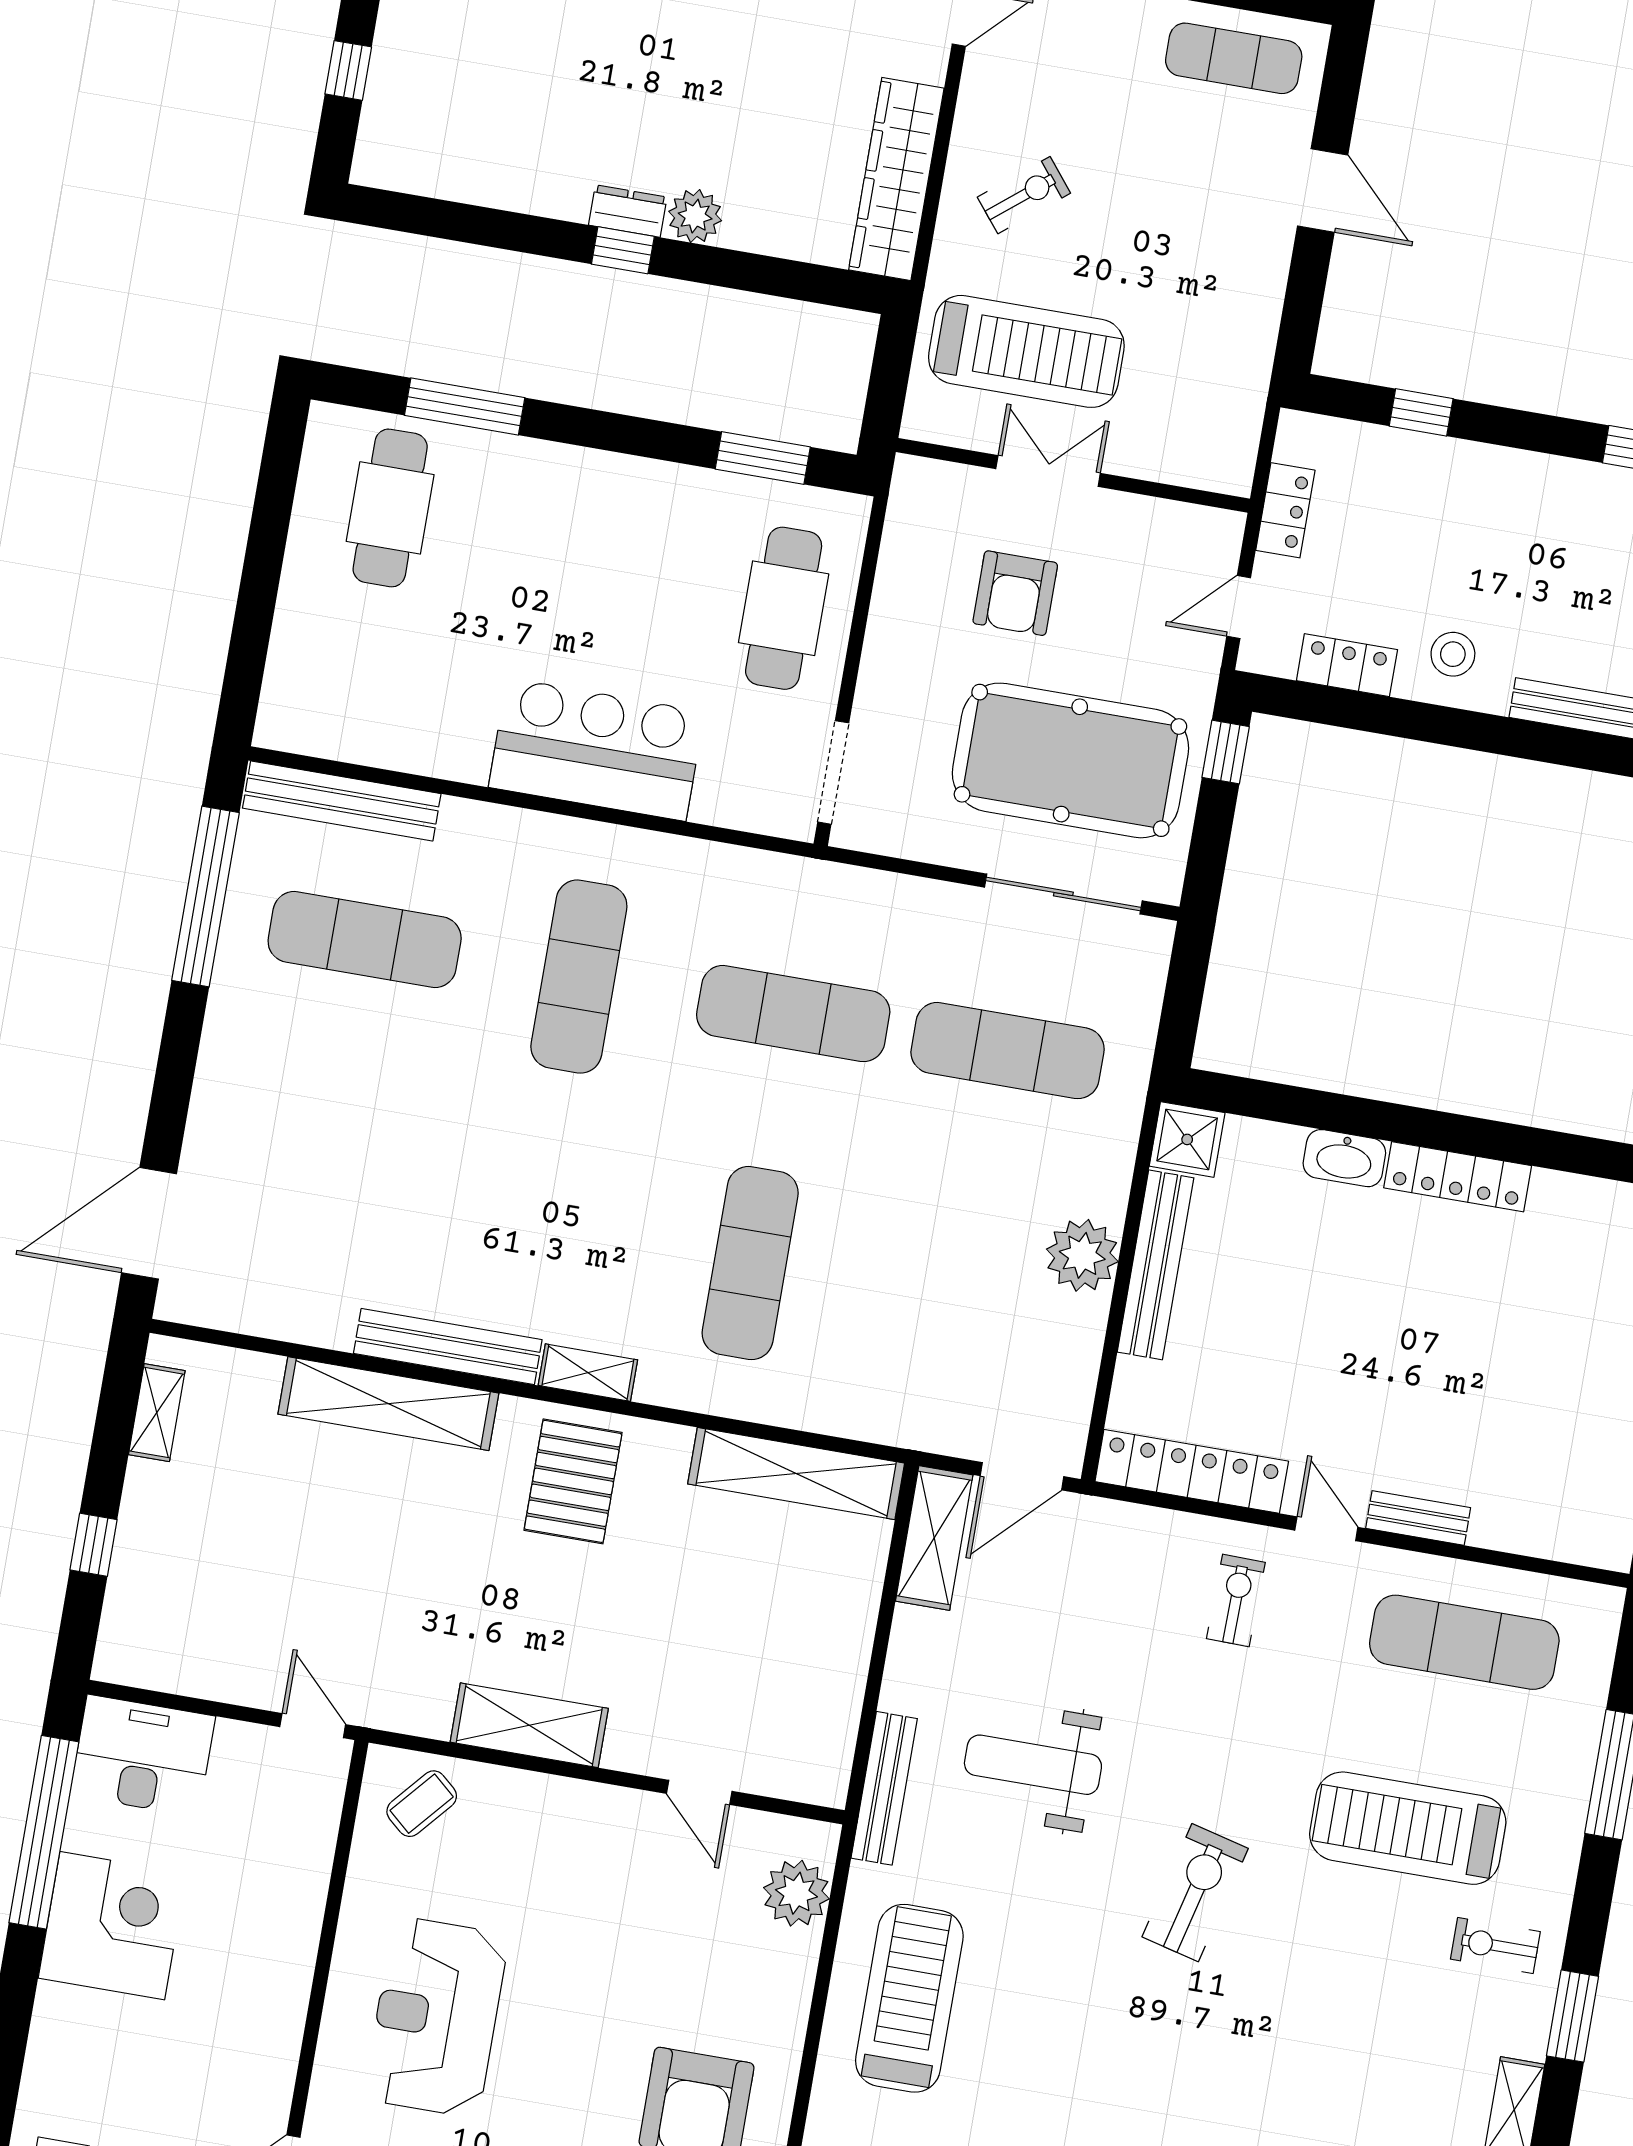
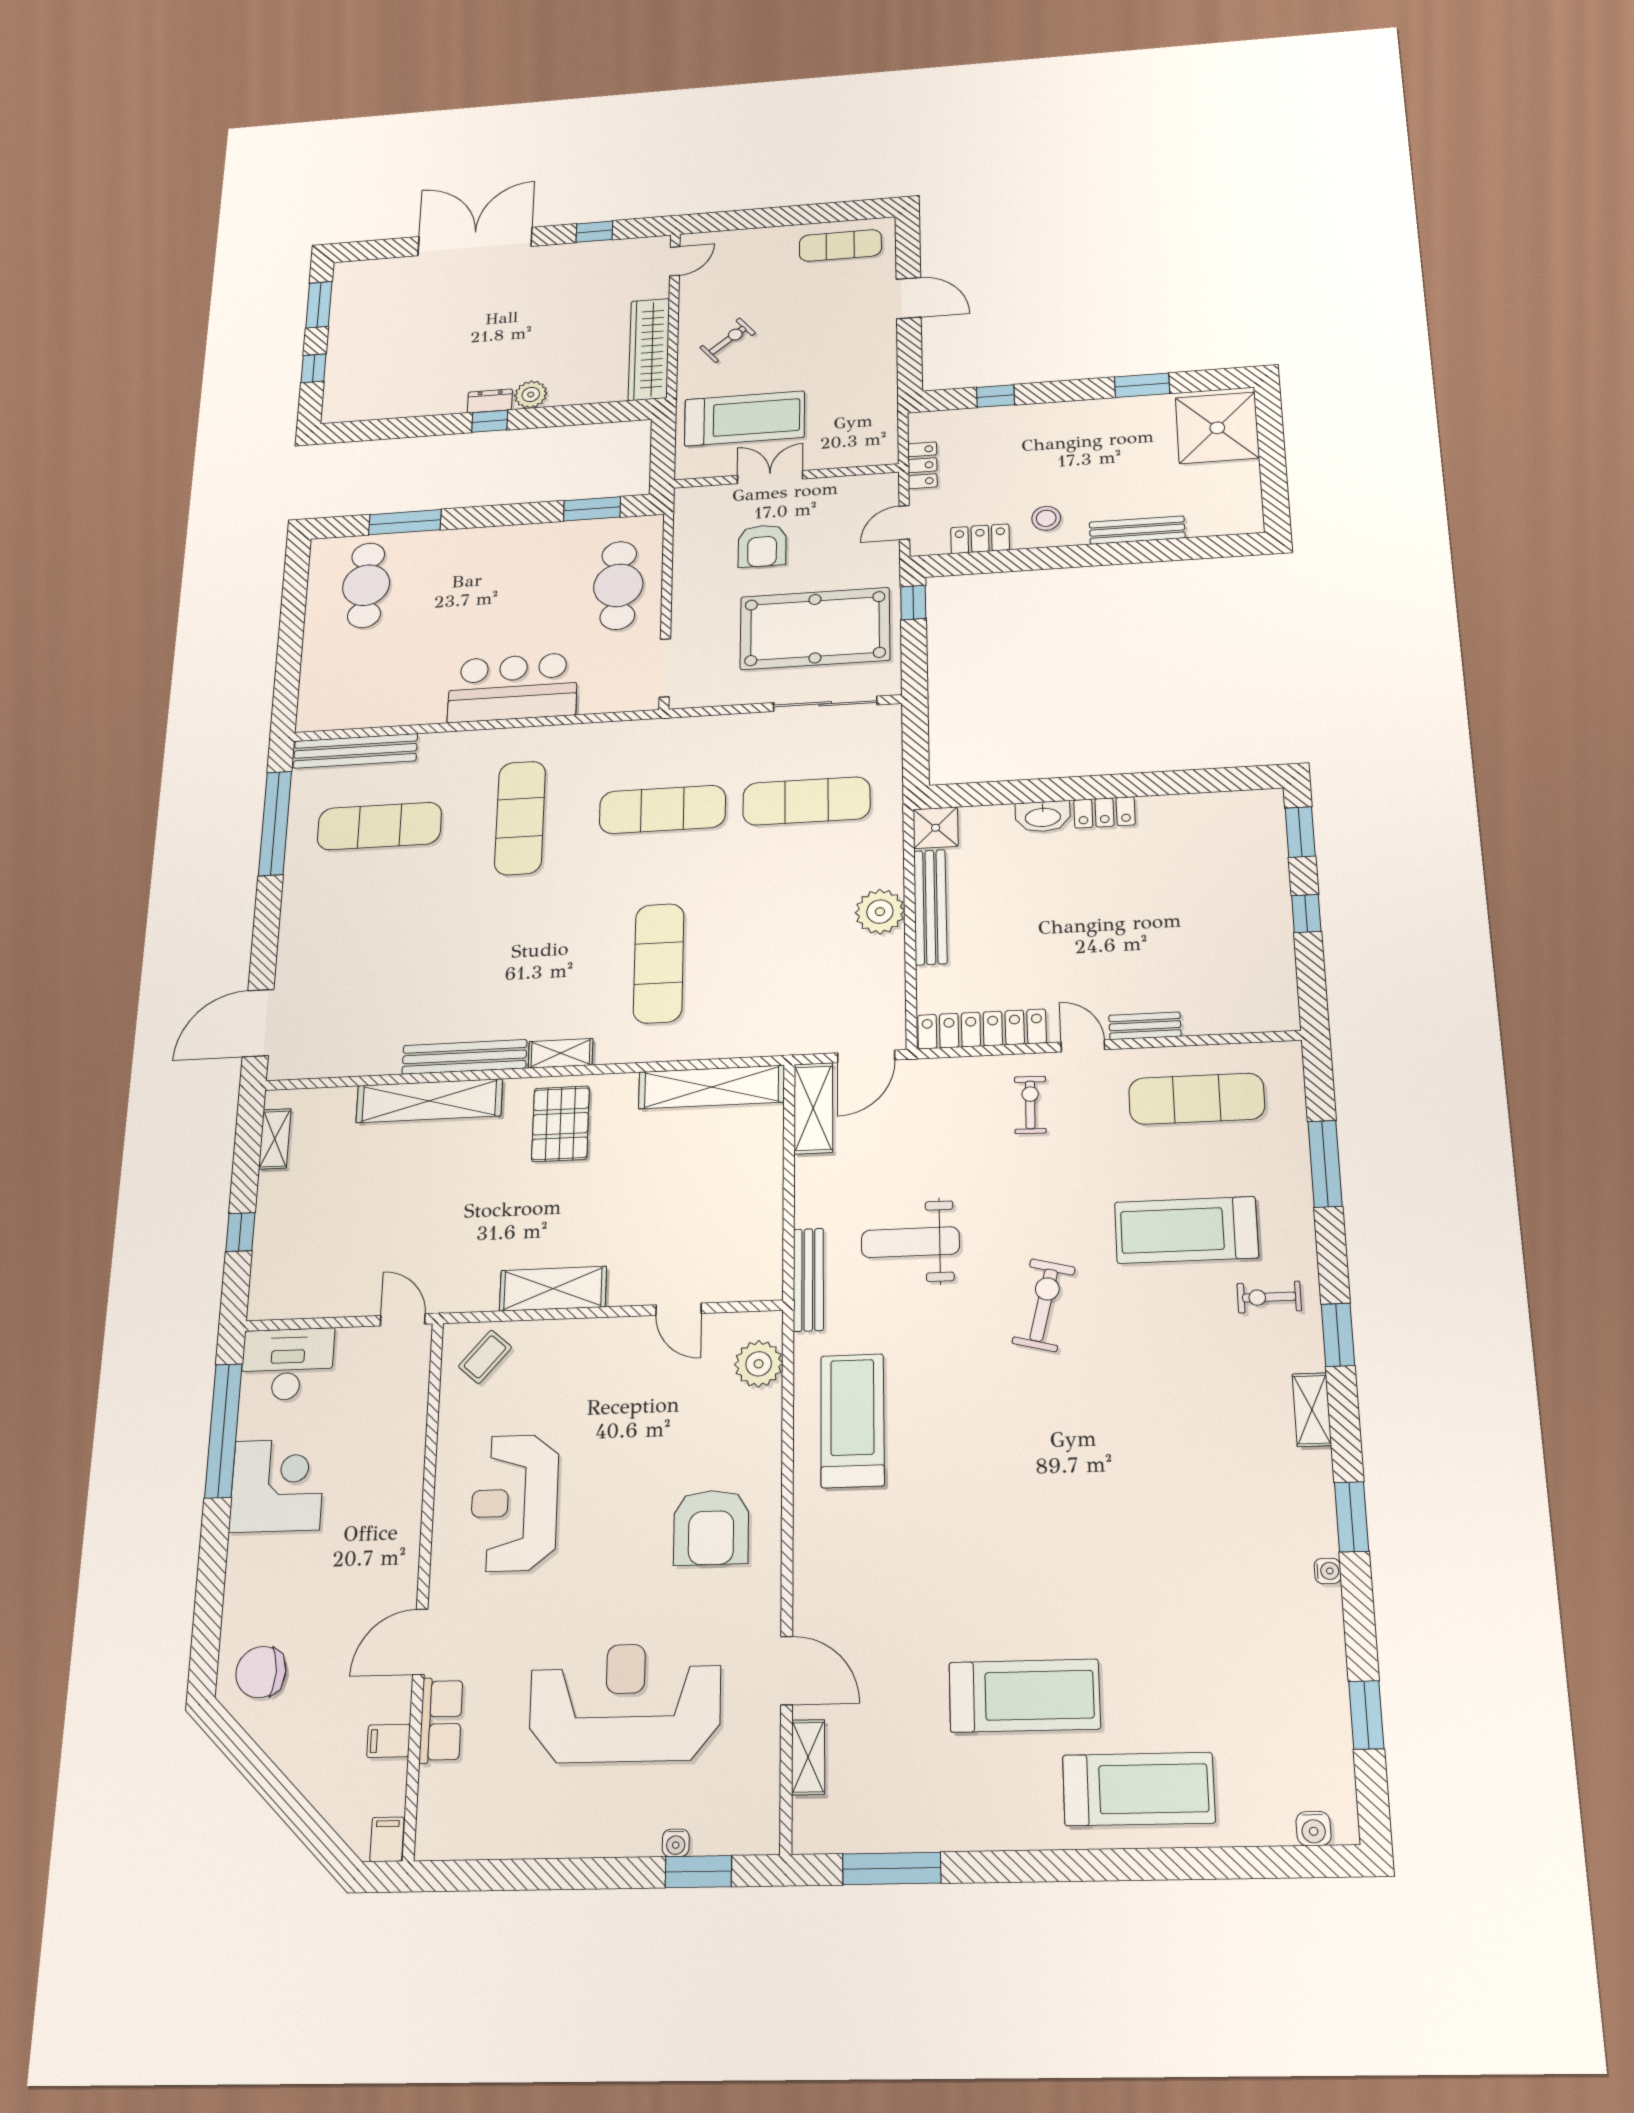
locker: (1458, 1177) -> (1104, 812), width x0.66

